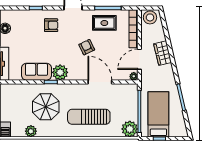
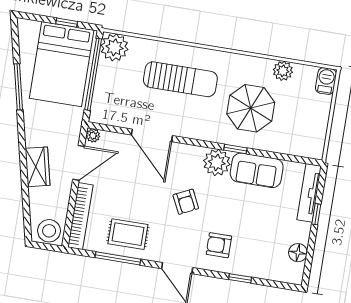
armchair: (87, 47) -> (186, 202), moved
bed: (158, 114) -> (62, 64), width x1.50

